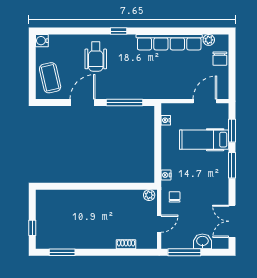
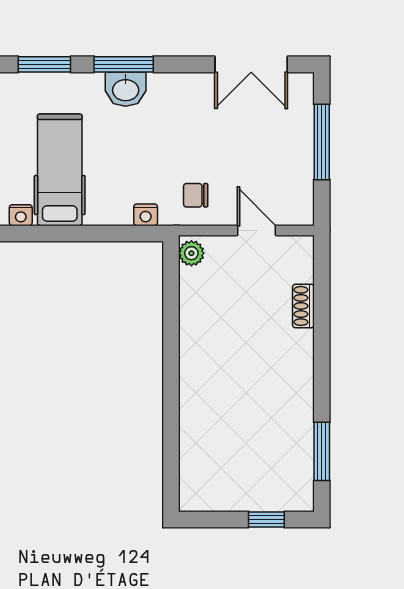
hospital bed: (204, 140) -> (60, 170), moved, turned 180
washbasin: (202, 241) -> (126, 89), moved, turned -90
window: (184, 252) -> (322, 142), moved

